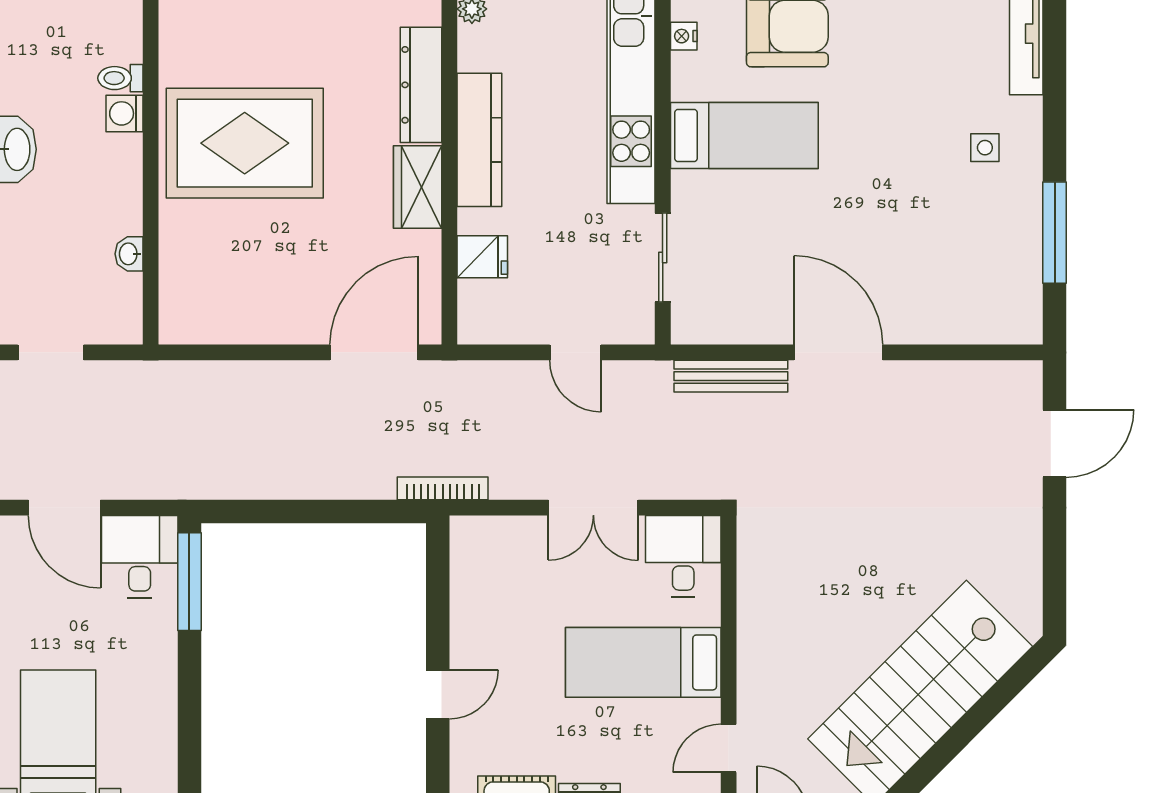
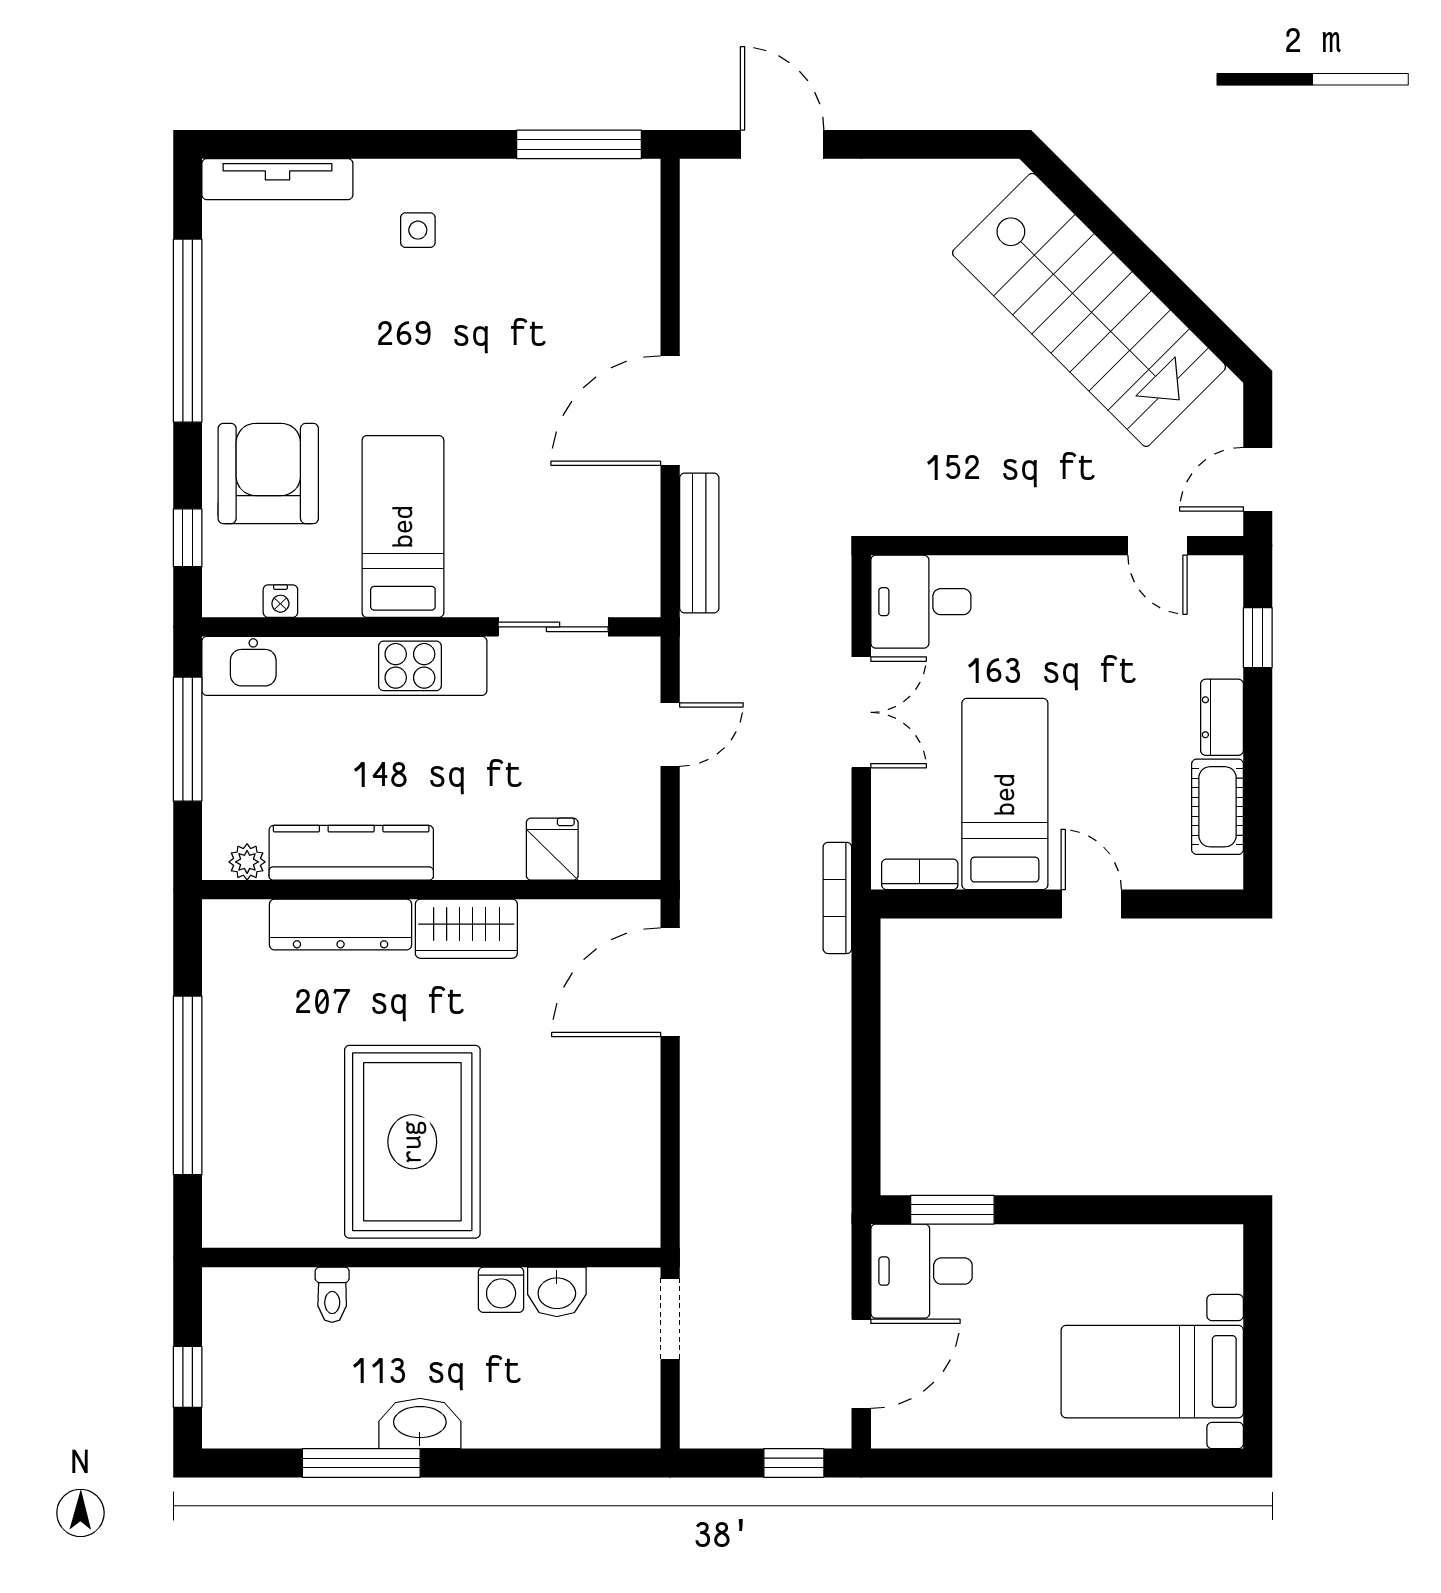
washing machine: (125, 113) -> (501, 1290), moved
kitchen counter: (479, 140) -> (351, 853), moved
window: (1055, 233) -> (579, 144), moved
washbasin: (129, 254) -> (557, 1292), width x1.38, depth x1.45
doorway: (51, 352) -> (670, 1319), moved
door: (374, 352) -> (670, 982), hinge flipped
bookcase: (462, 555) -> (920, 874), added
window: (189, 582) -> (952, 1210), width x0.69
bed: (643, 662) -> (1005, 794), moved, turned 180

